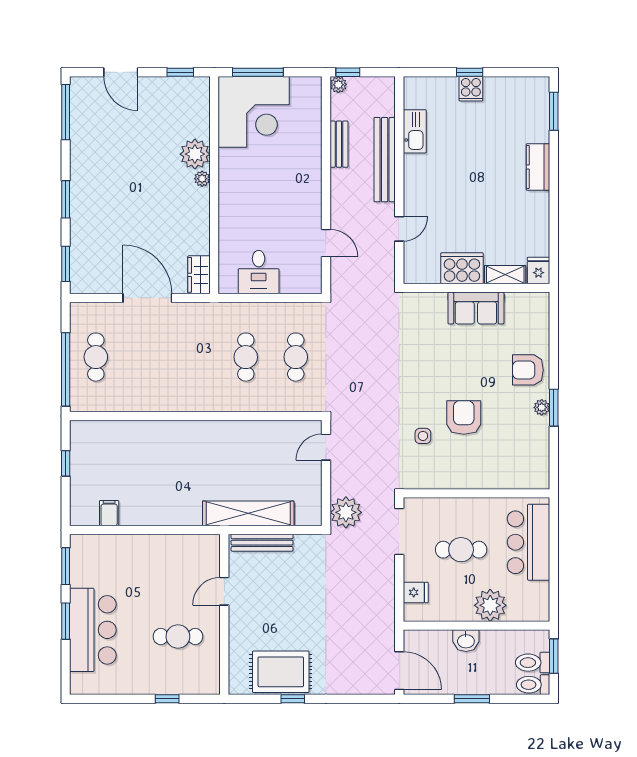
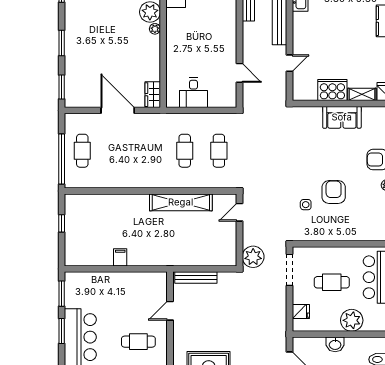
filing cabinet: (109, 513) -> (120, 257), moved
shelving: (248, 513) -> (181, 202), moved

